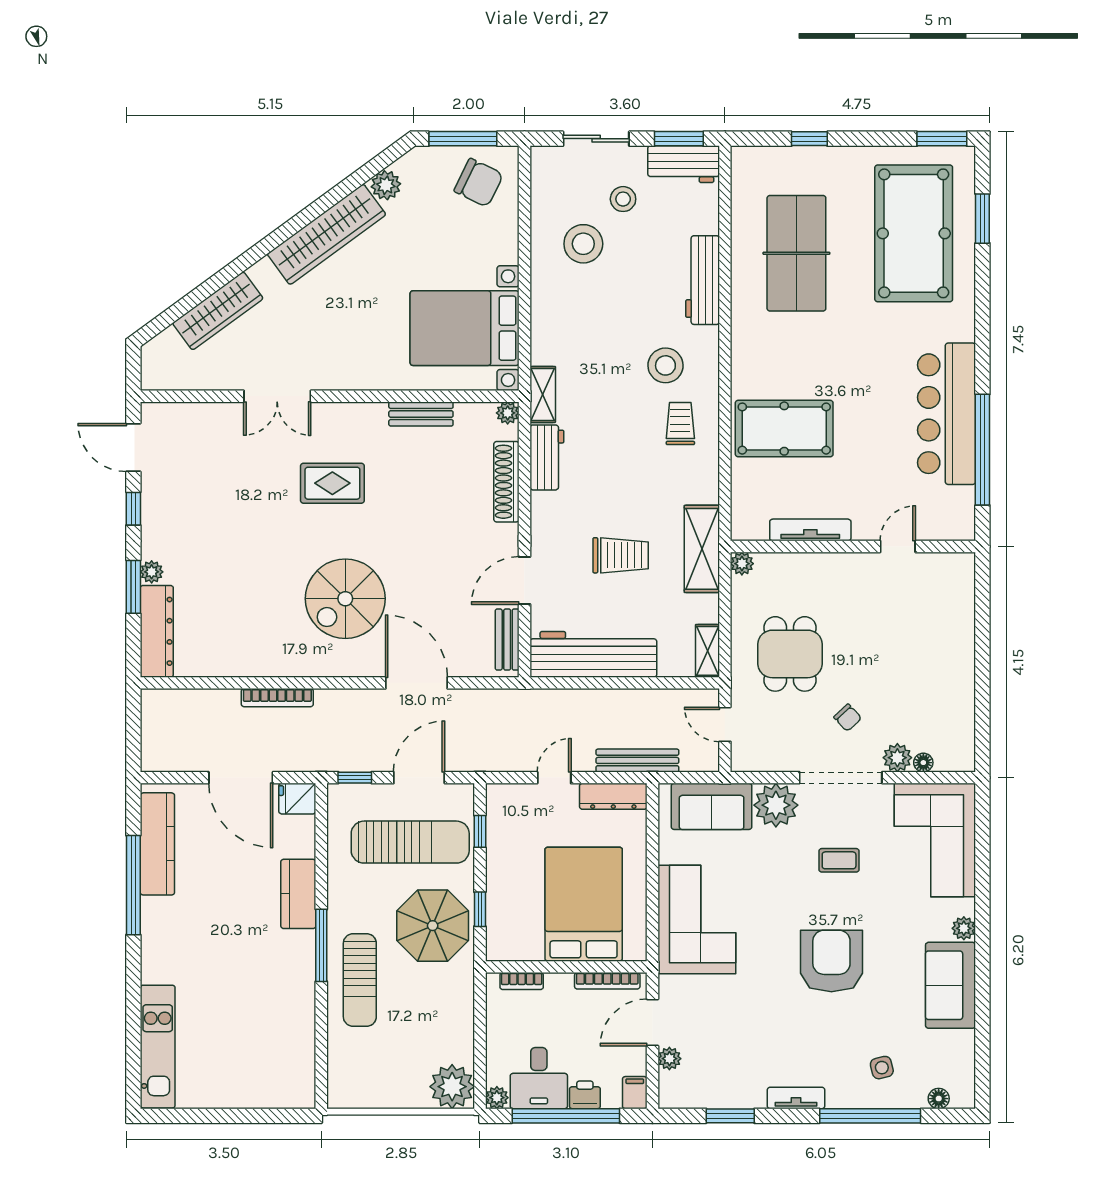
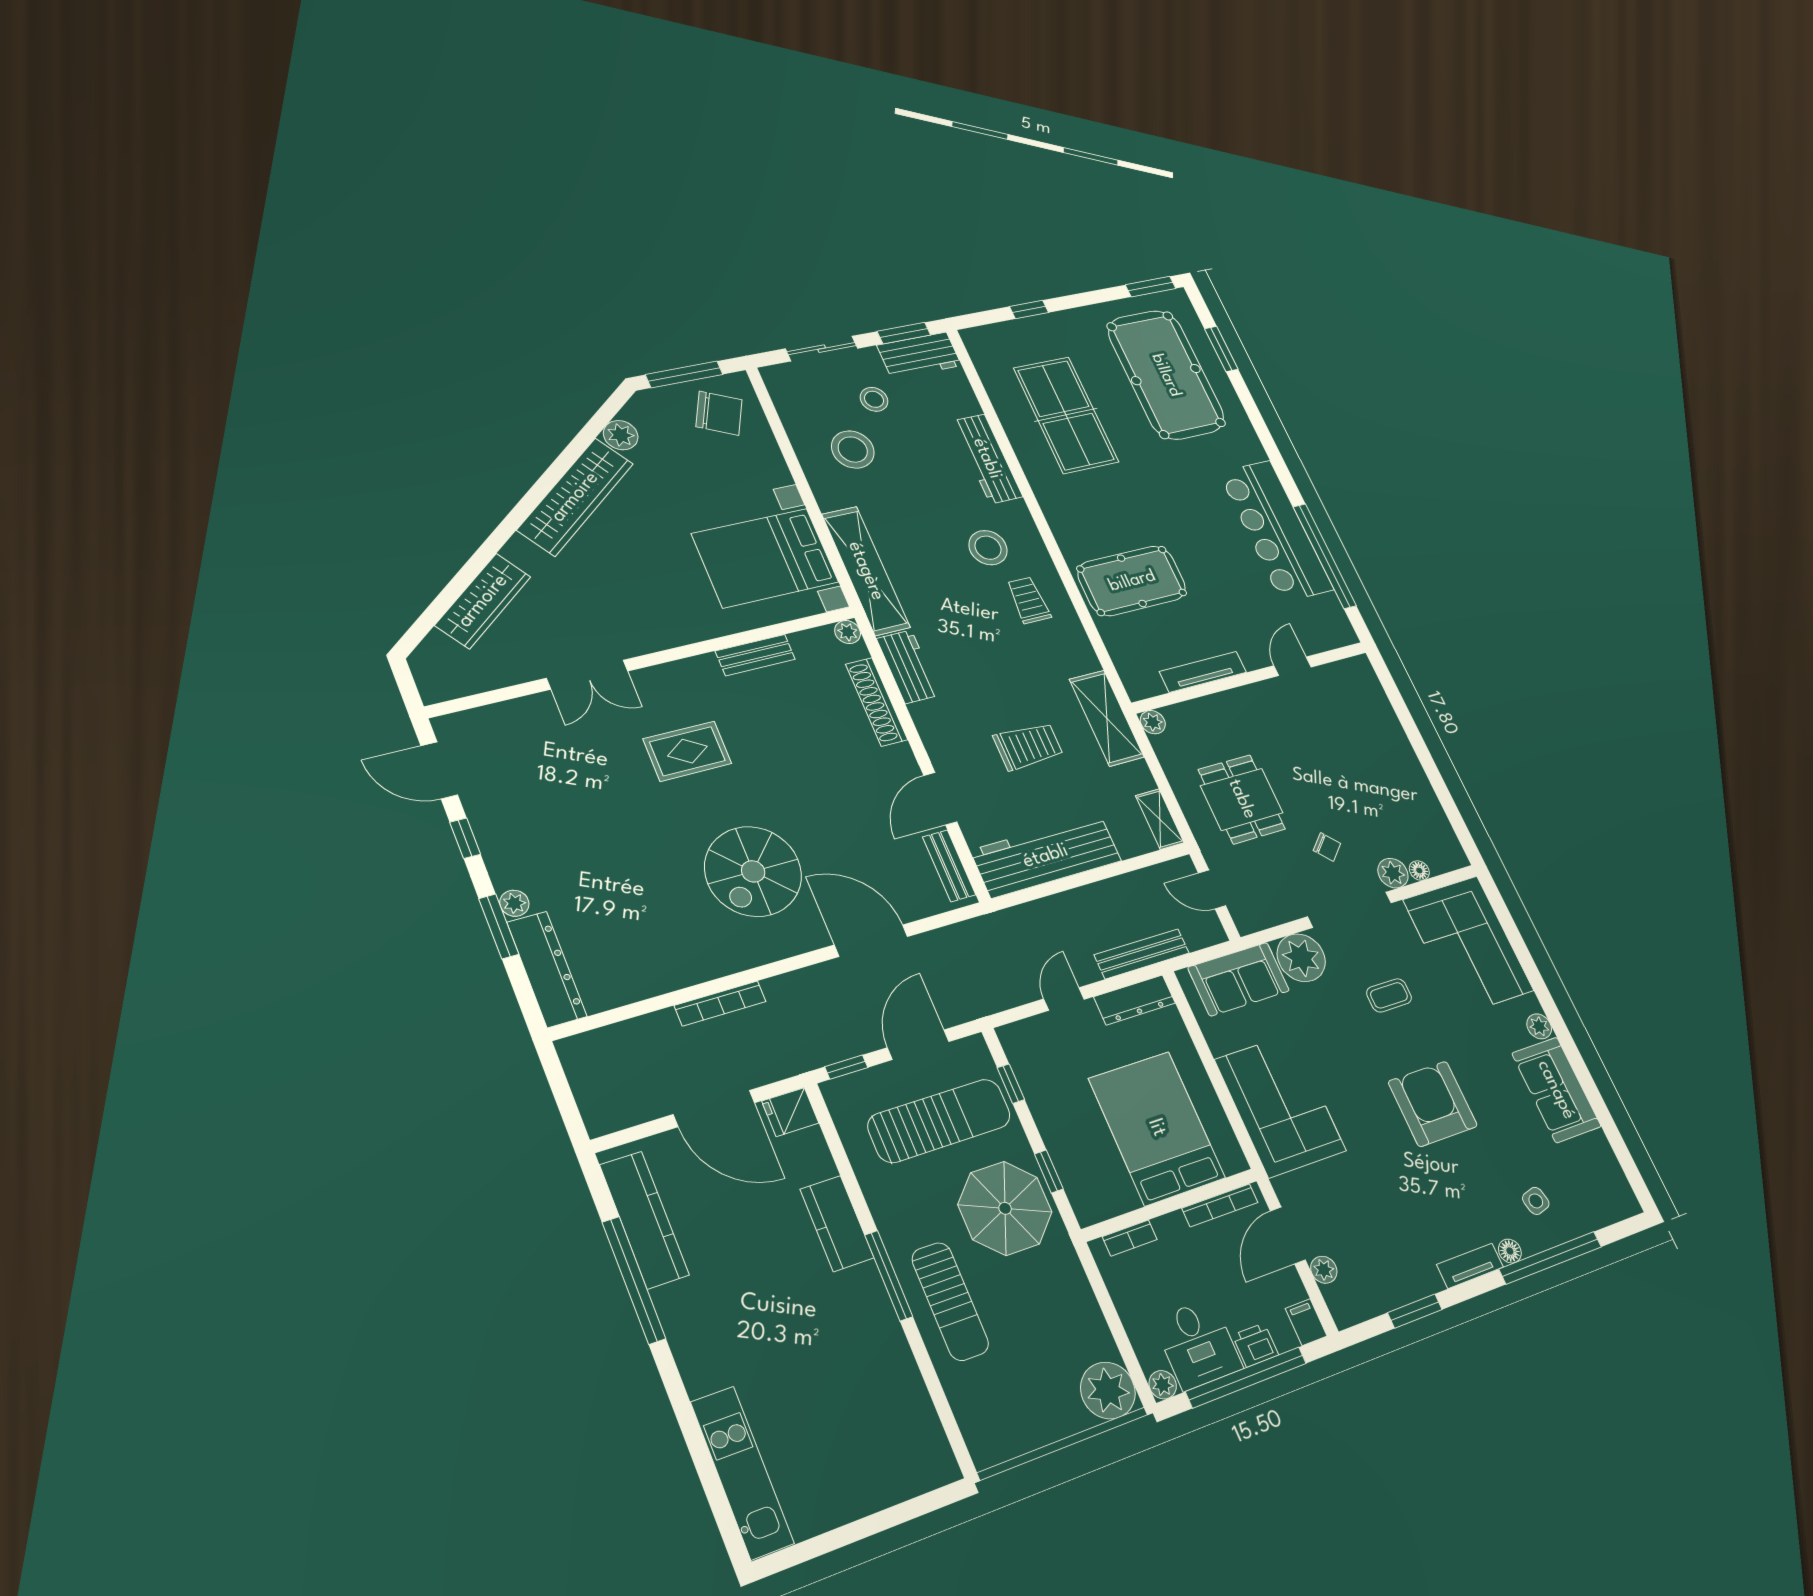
shelving: (543, 394) -> (866, 571), width x2.20, depth x1.33
floor lamp: (939, 1099) -> (1510, 1251), moved

